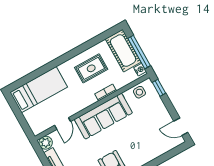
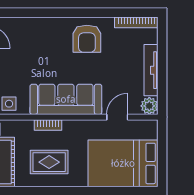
bed: (39, 90) -> (123, 163), width x1.50

